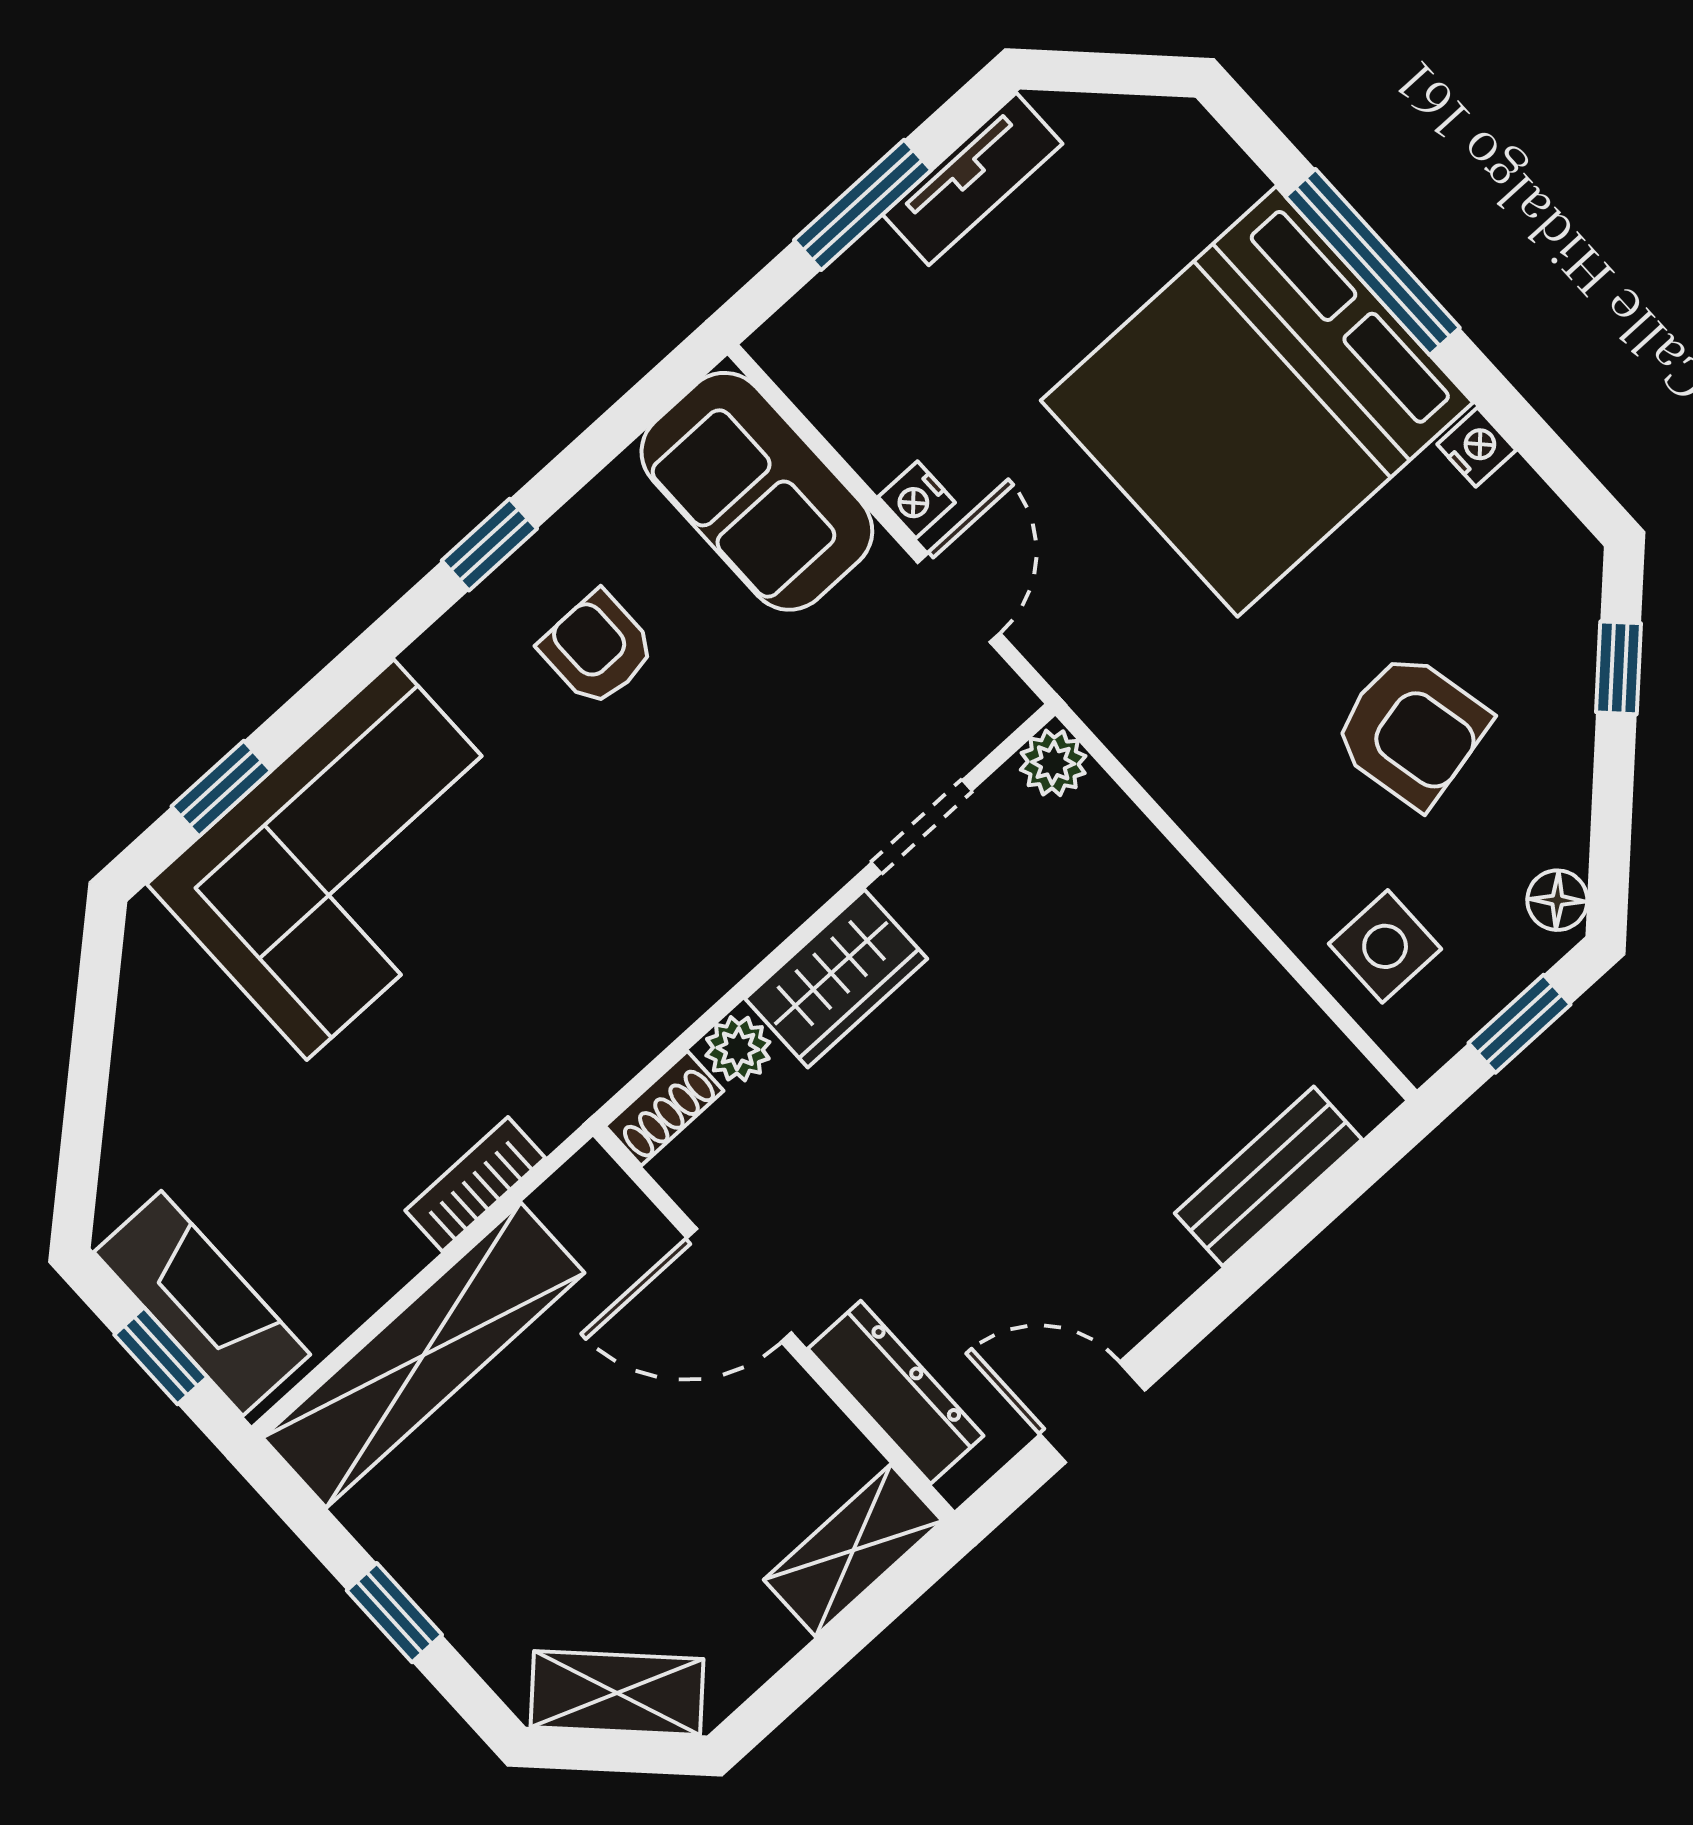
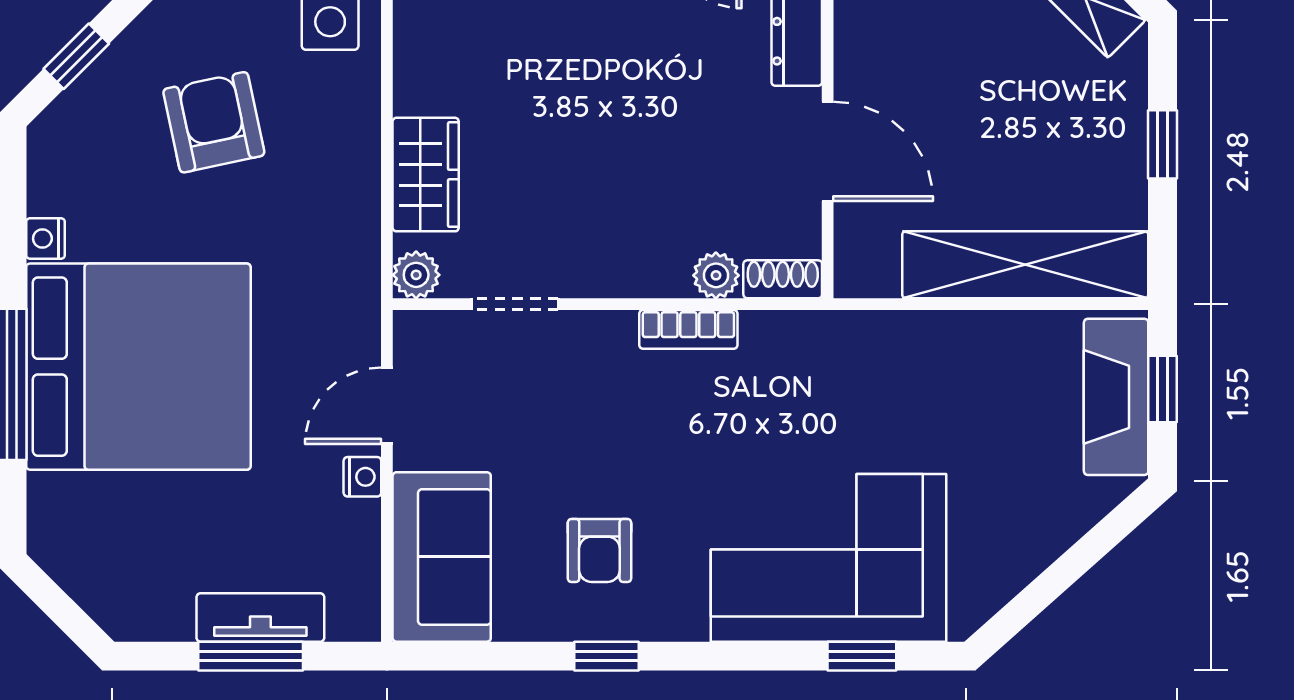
tv unit: (973, 179) -> (260, 617), moved
wardrobe: (836, 979) -> (426, 175), moved, turned 90
bookcase: (475, 1184) -> (688, 329), moved

